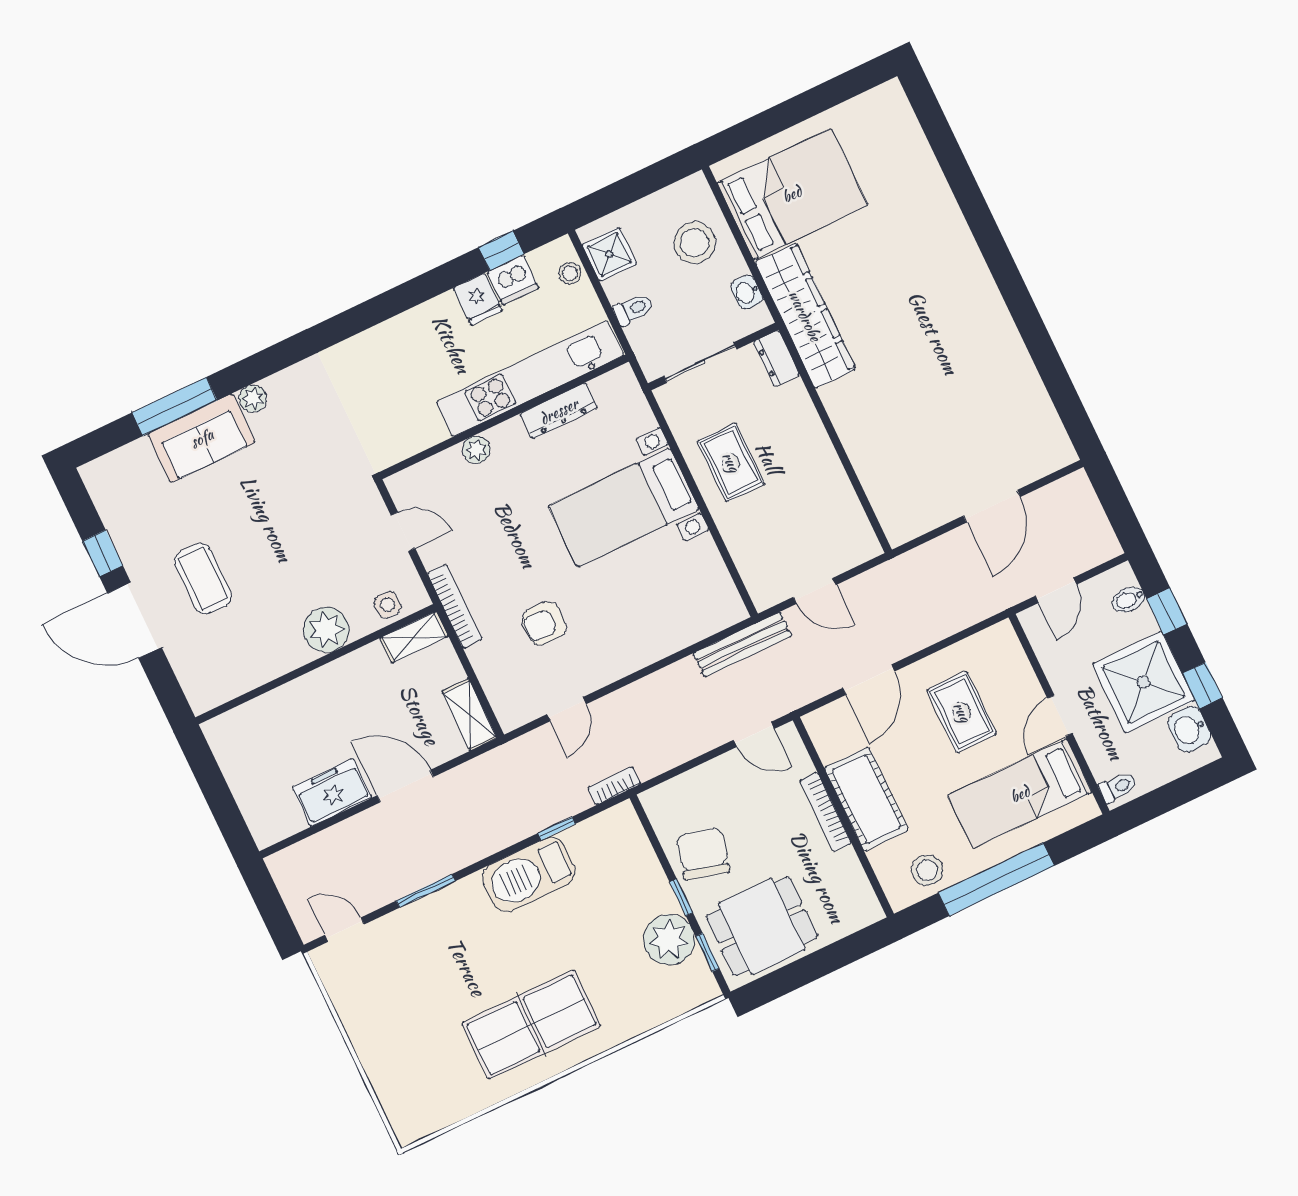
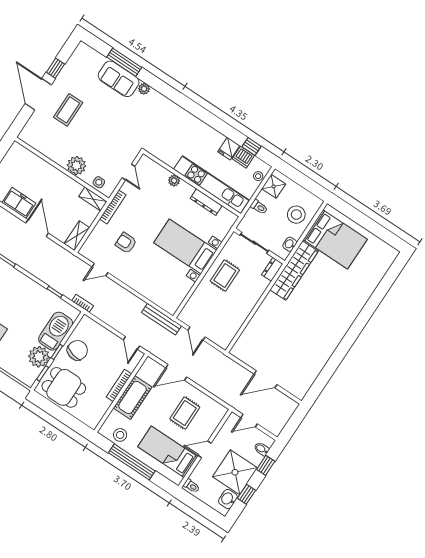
barbecue: (529, 874) -> (56, 331), moved, turned 90

